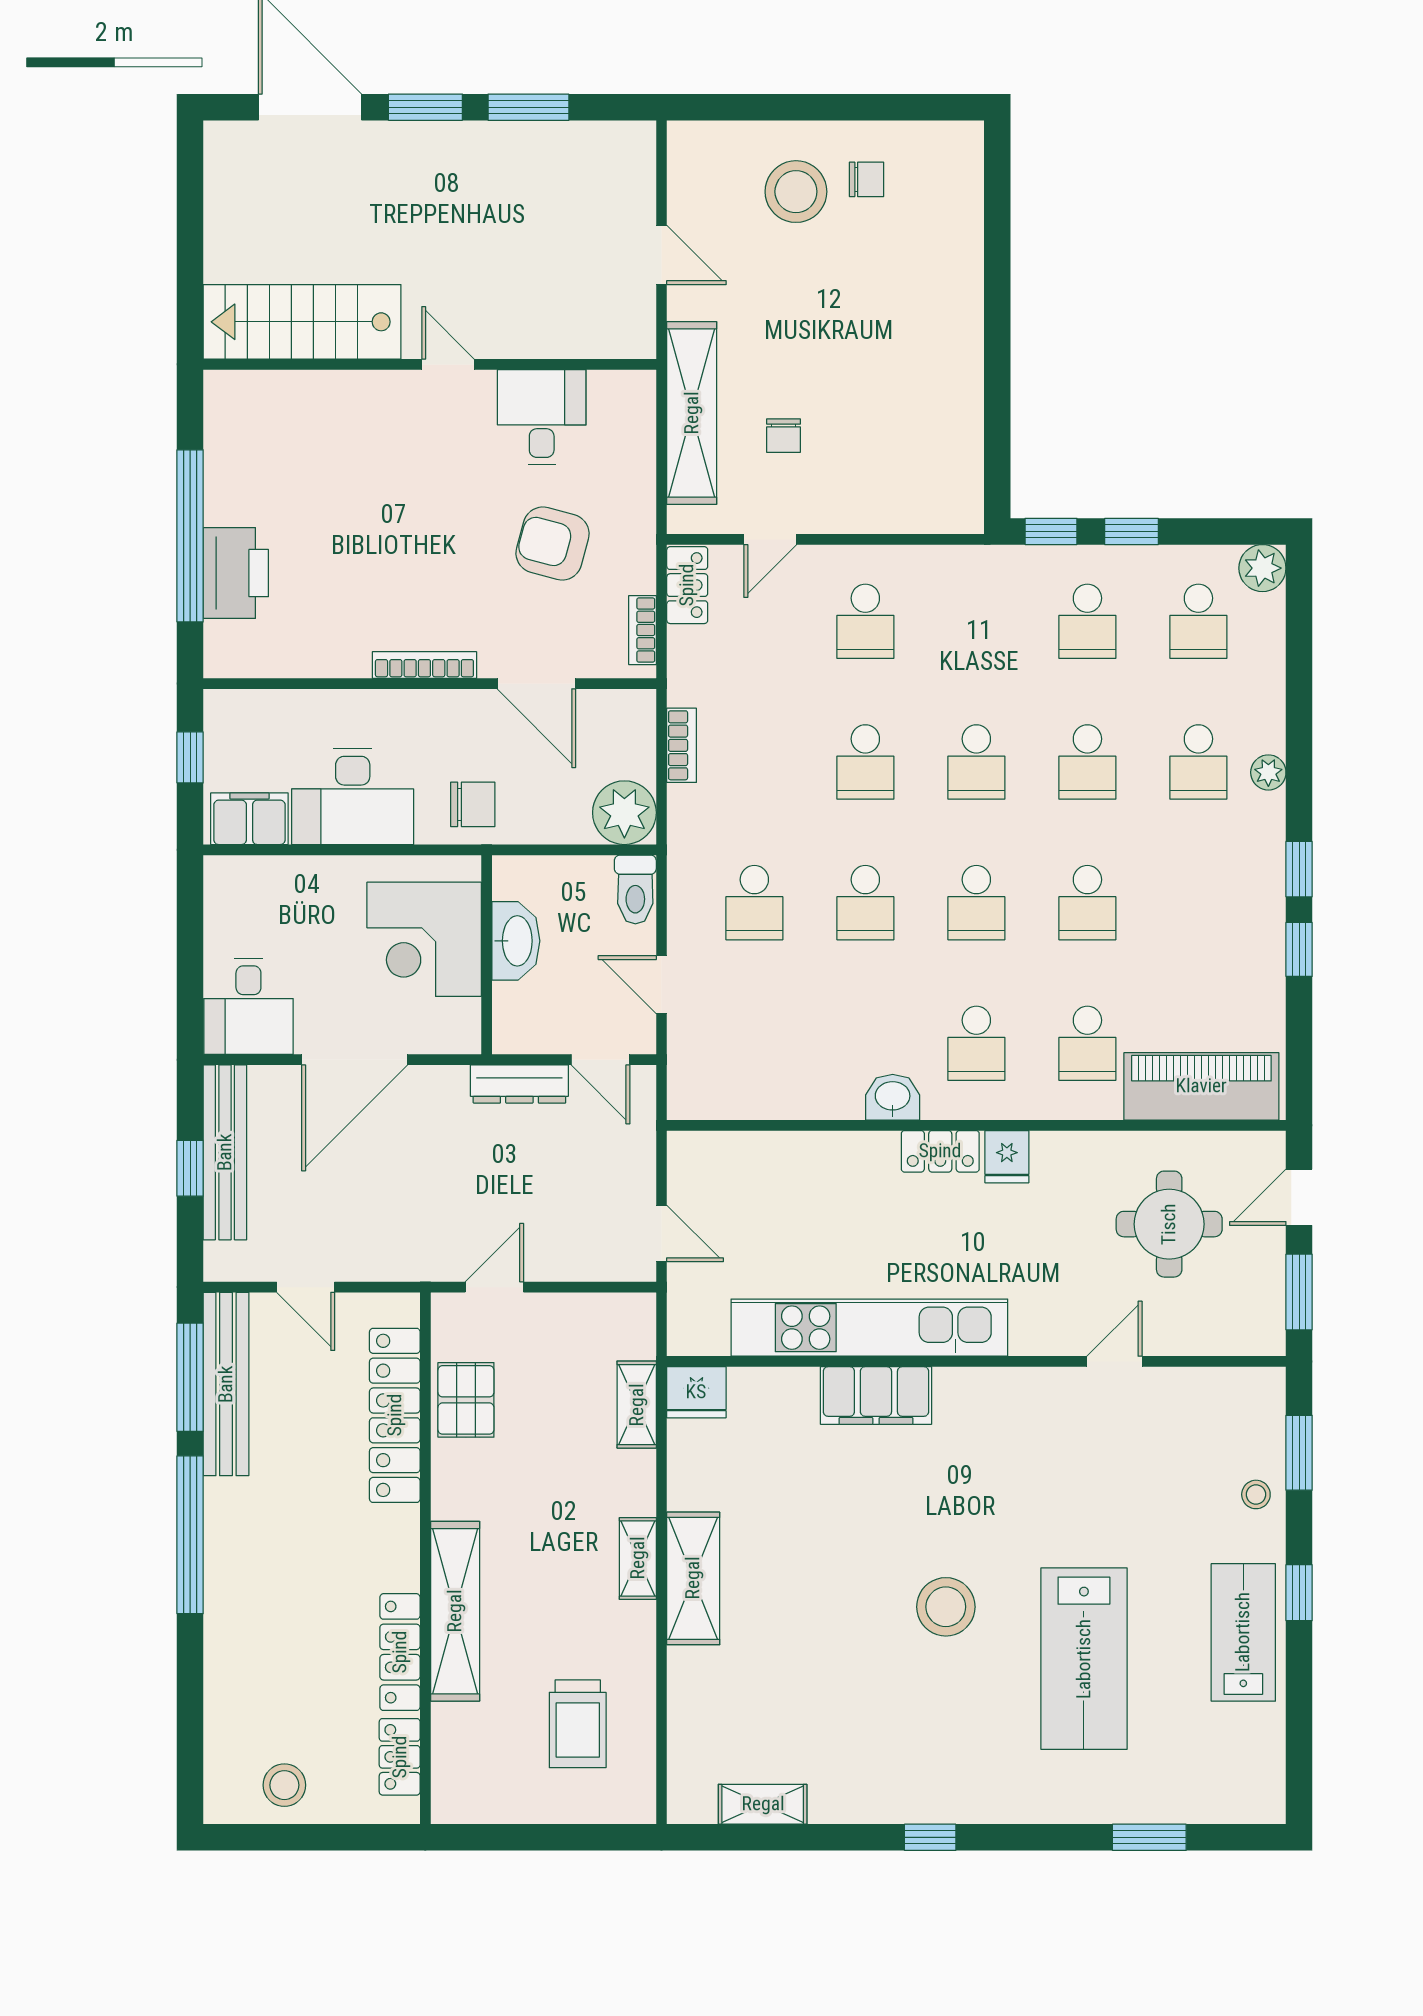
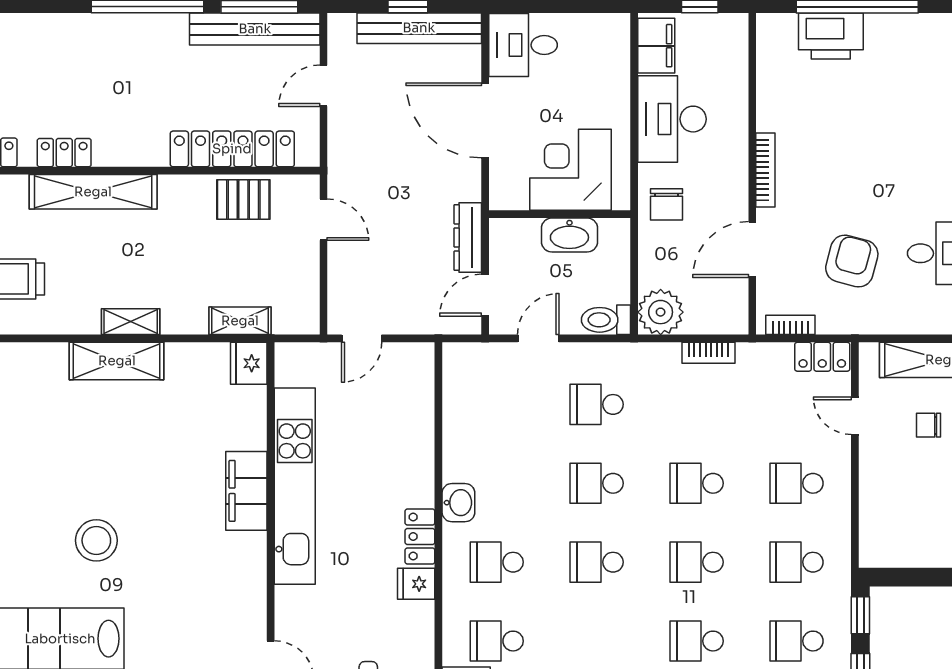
school desk: (1087, 903) -> (797, 562), moved
locker: (400, 1652) -> (64, 153), width x0.66

